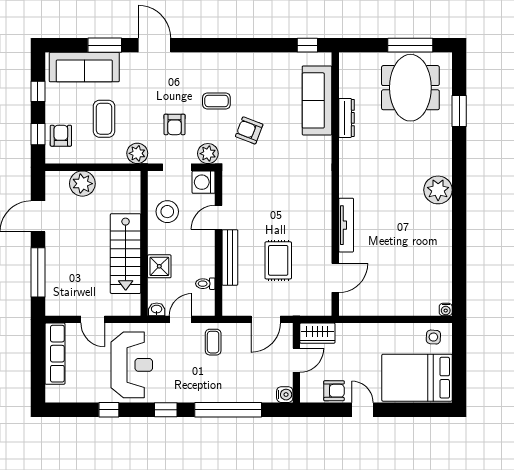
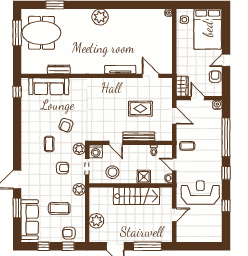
row of seats: (55, 354) -> (194, 236), removed

